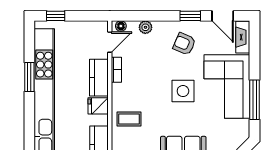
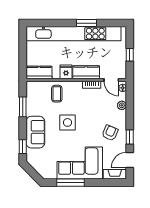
window: (56, 16) -> (130, 55), moved
side table: (183, 91) -> (68, 122), moved

